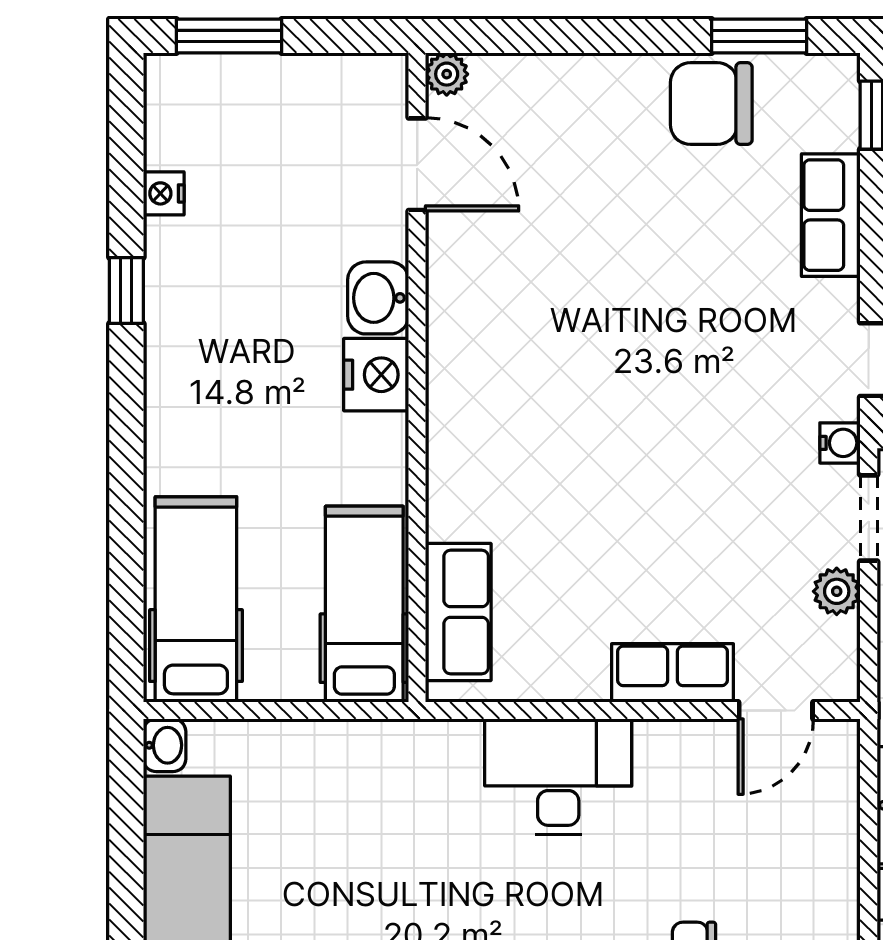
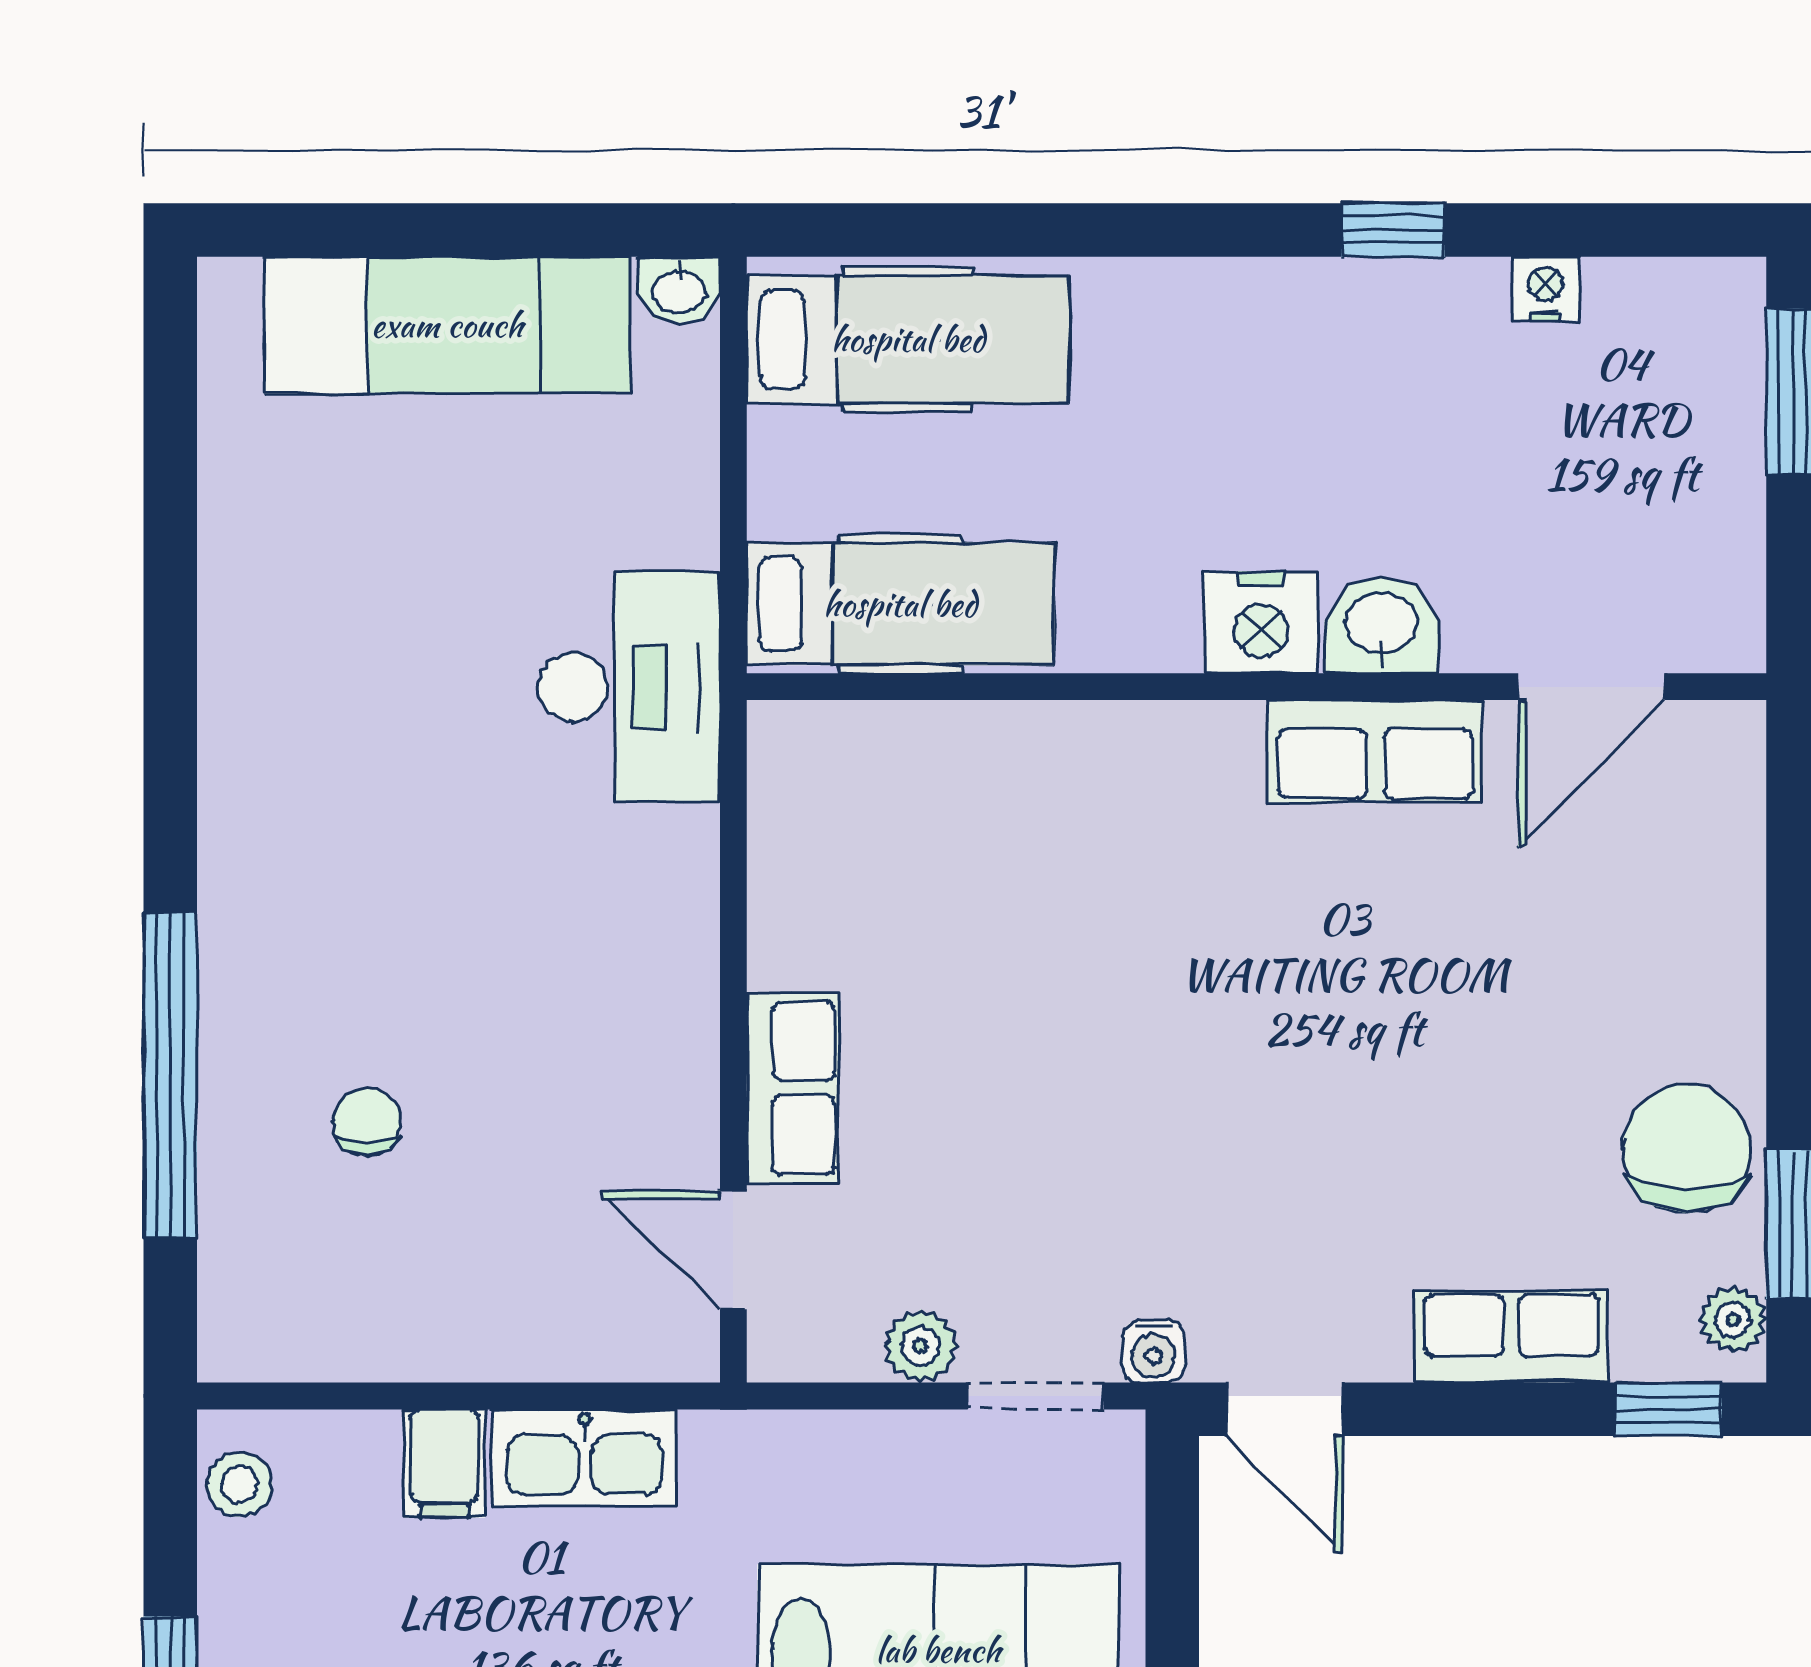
plant: (447, 74) -> (1733, 1320), moved
row of seats: (458, 612) -> (1375, 751), moved
desk: (558, 777) -> (629, 687), moved

